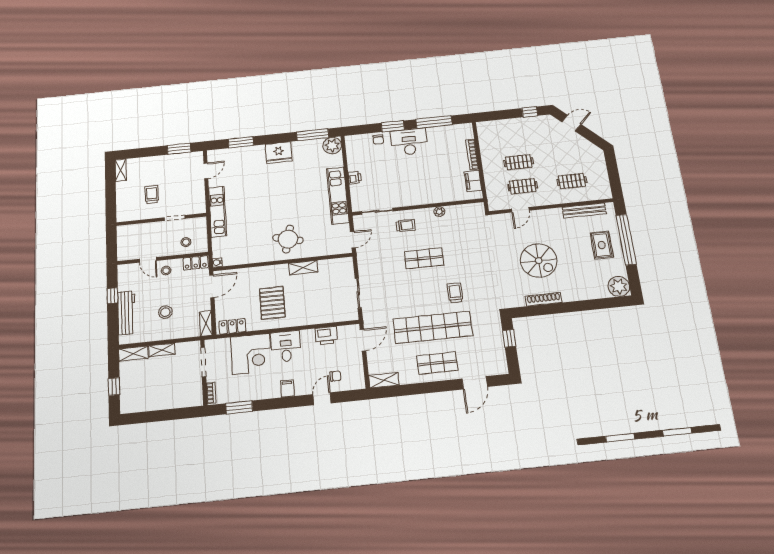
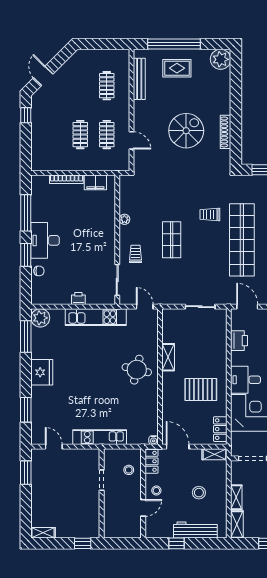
trolley: (152, 195) -> (74, 502), removed
window: (111, 207) -> (83, 543), added

